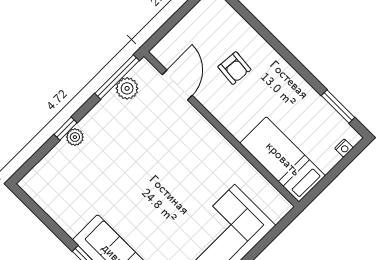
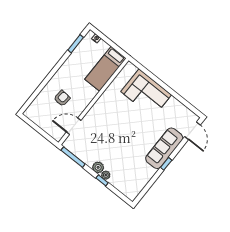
plant: (127, 88) -> (98, 167), moved

